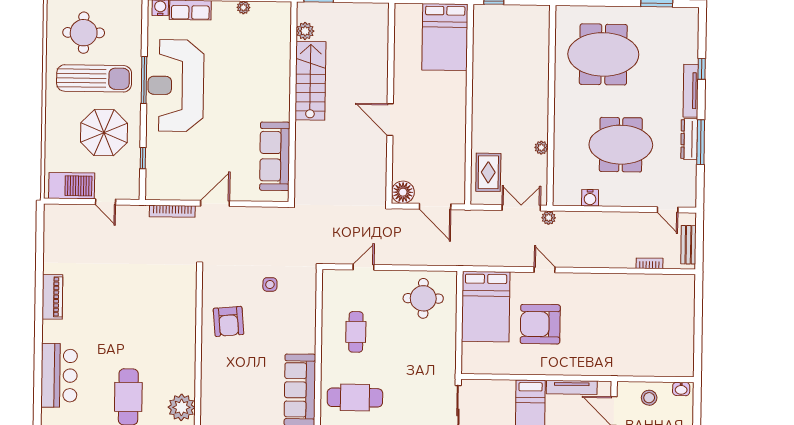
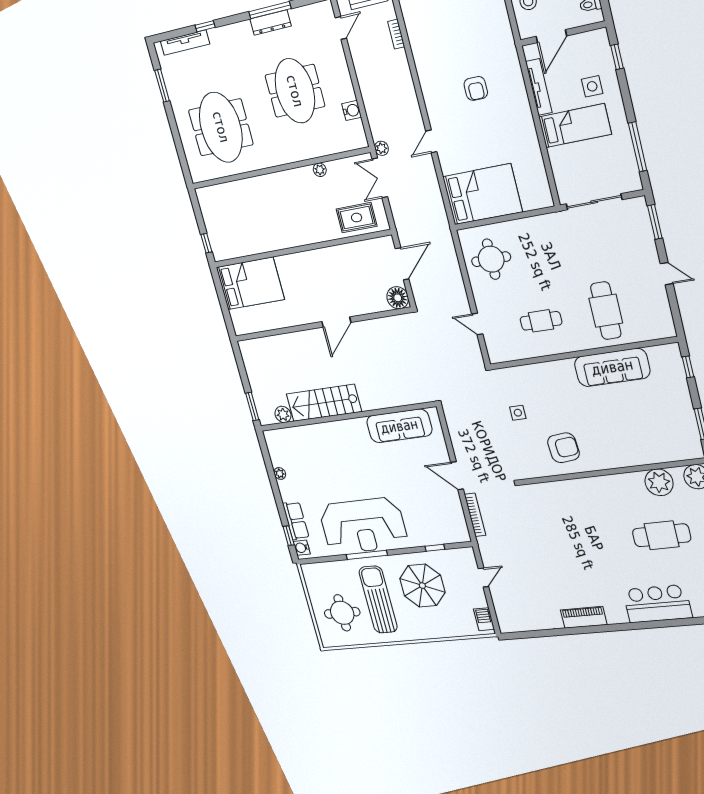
tv unit: (691, 91) -> (185, 43), moved
barbecue: (72, 186) -> (484, 619), width x0.53, depth x0.65
armchair: (540, 324) -> (476, 88), moved, width x0.53, depth x0.53

